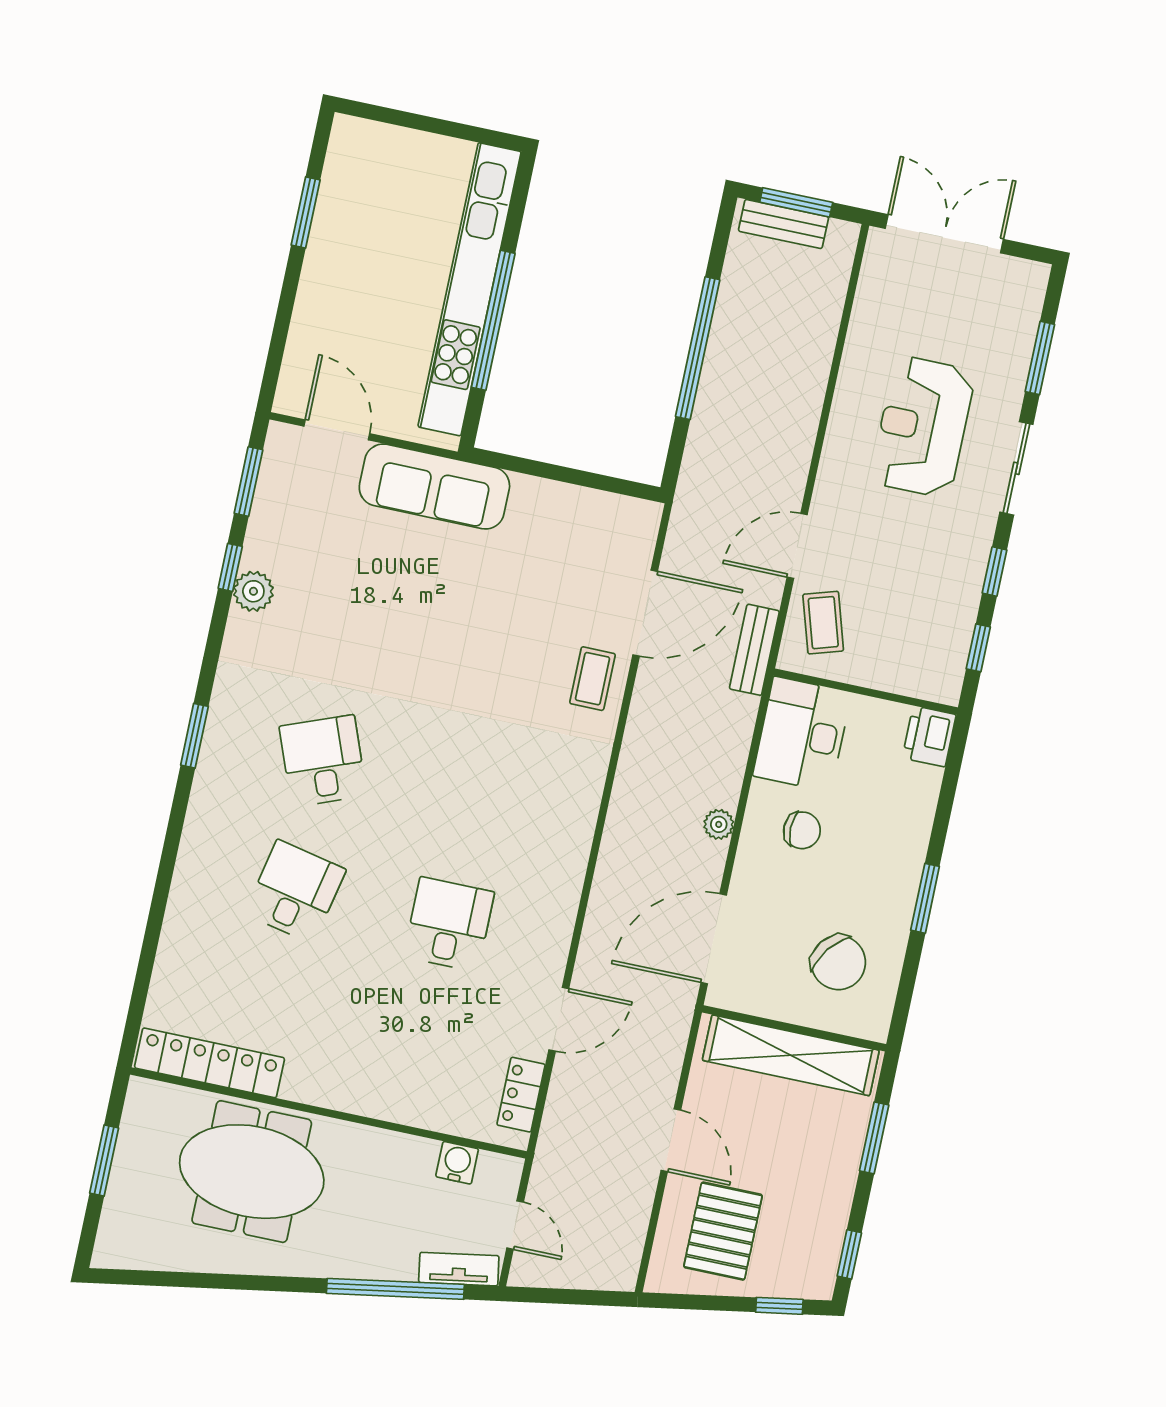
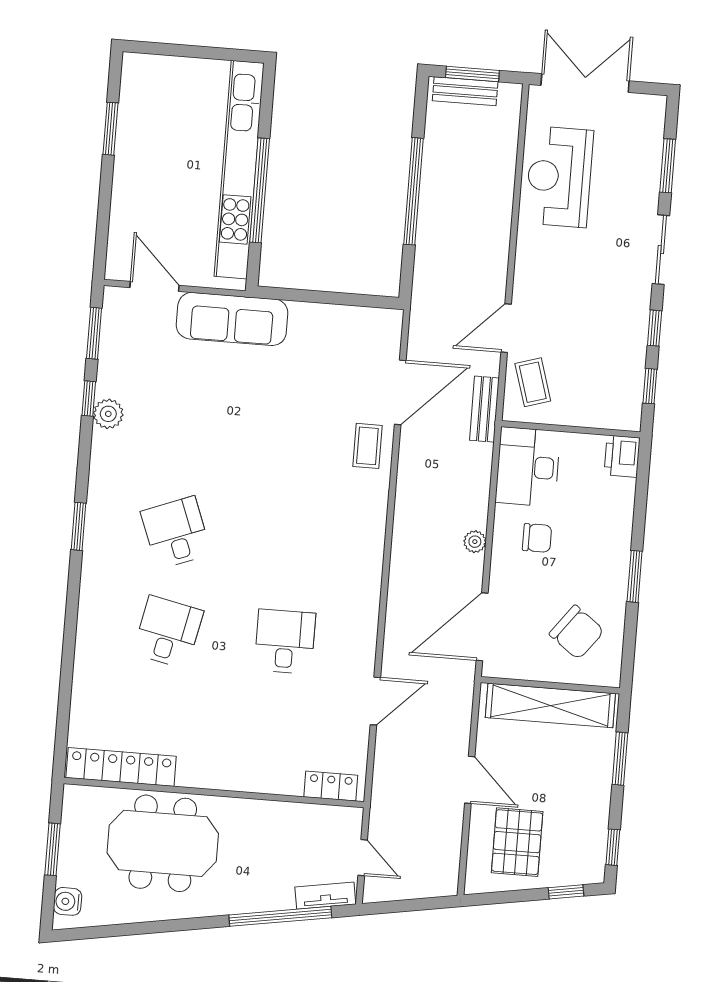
reception desk: (923, 427) -> (559, 177), moved
locker: (521, 1095) -> (331, 786), moved, turned 90
water cooler: (457, 1163) -> (68, 901), moved, turned -90

